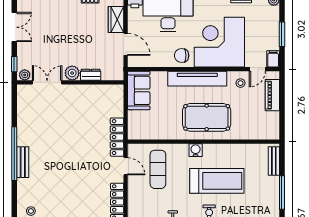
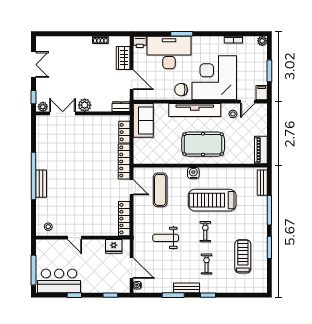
dresser: (91, 75) -> (121, 107), moved
piano: (272, 95) -> (261, 150), moved
locker: (117, 104) -> (124, 132), added
treadmill: (217, 181) -> (212, 200), turned 180

